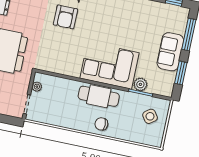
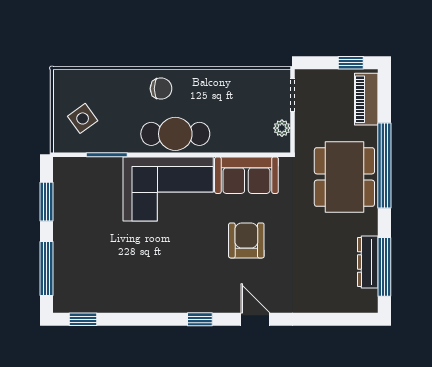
armchair: (65, 17) -> (246, 240), moved
sofa: (170, 52) -> (246, 175), moved, turned 90
plant: (140, 84) -> (110, 168), removed

